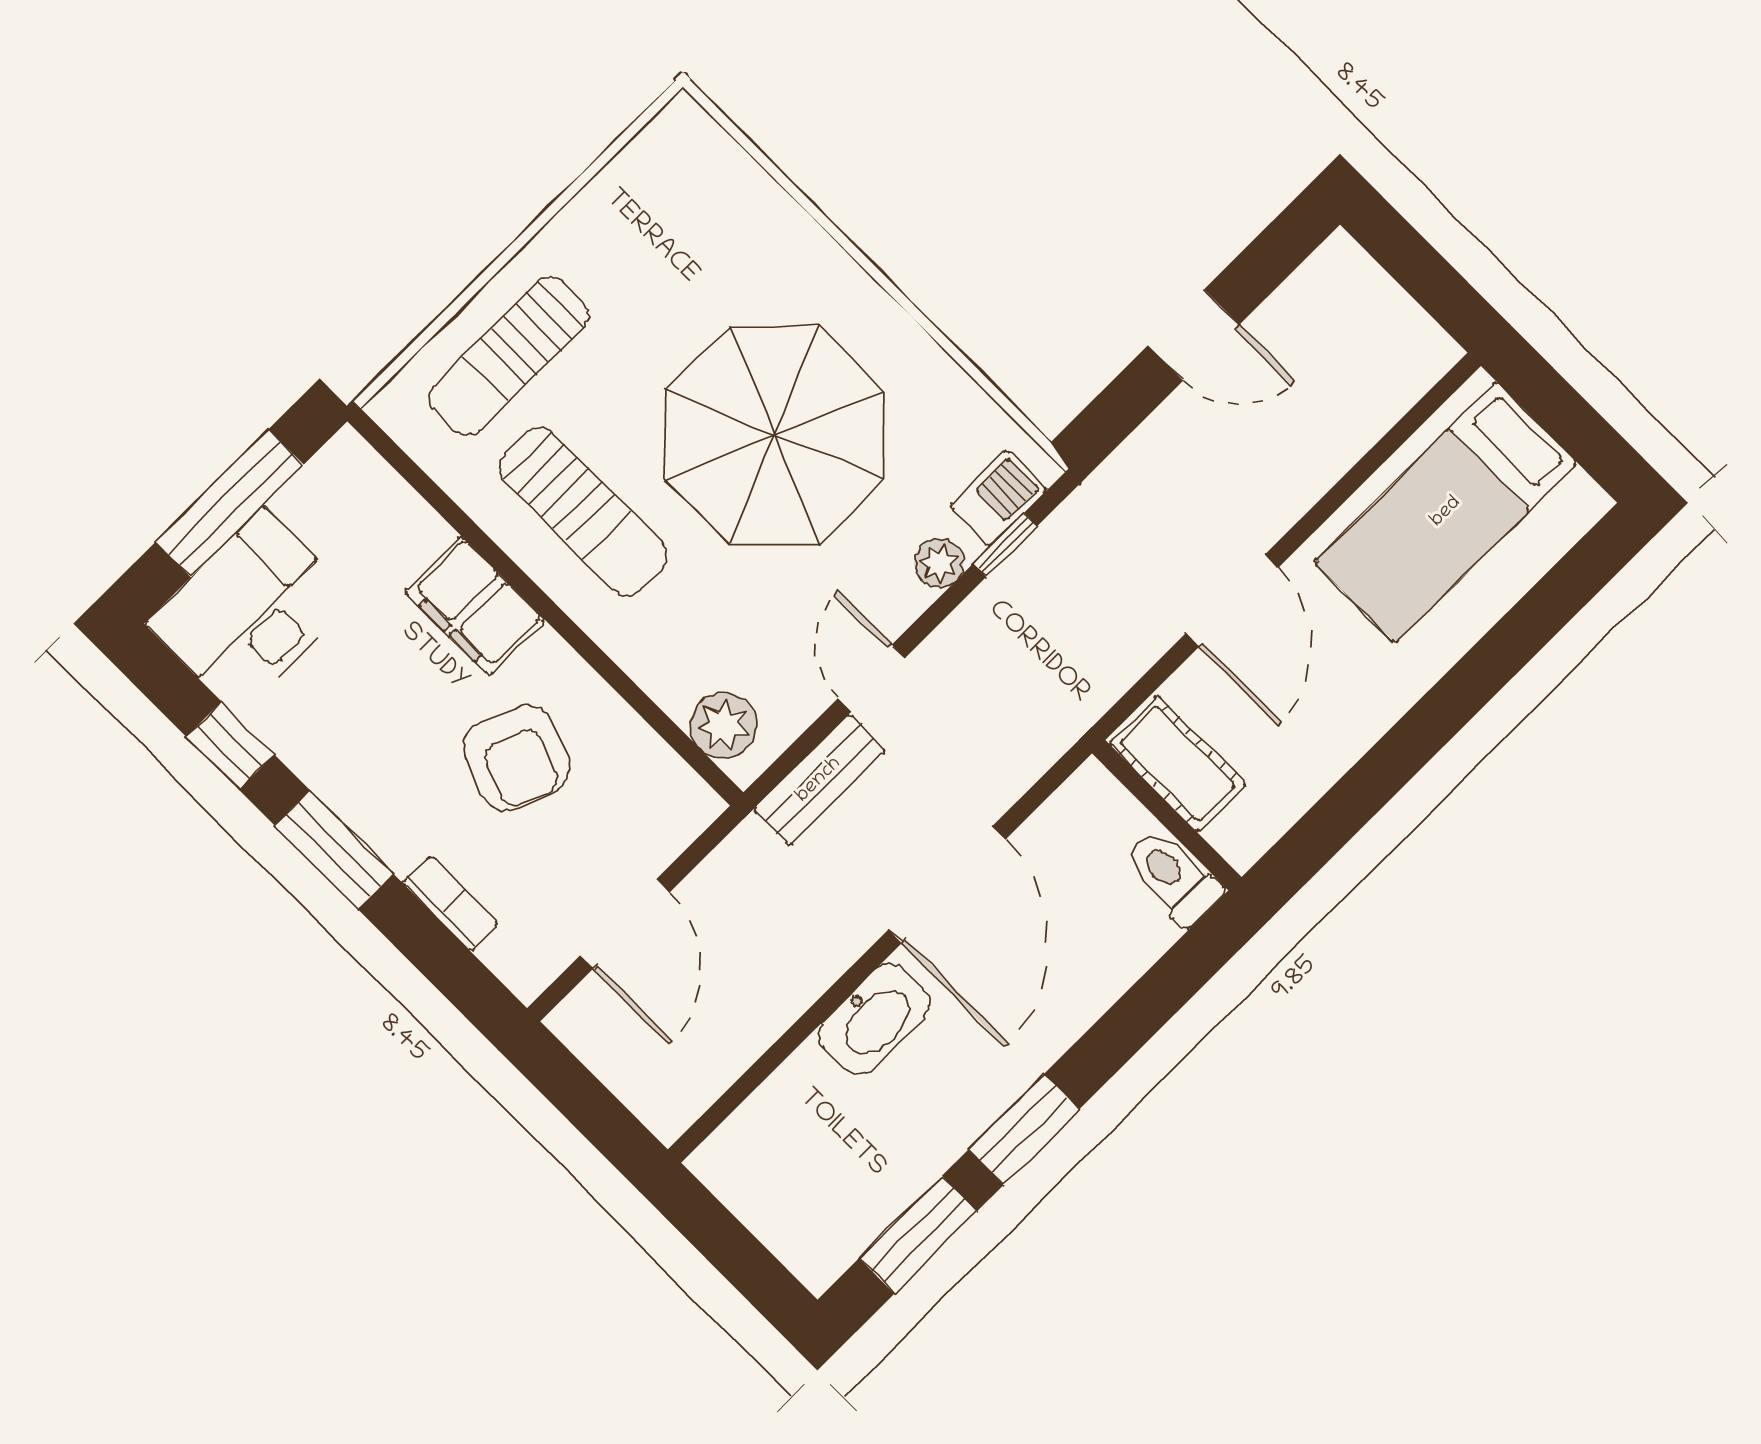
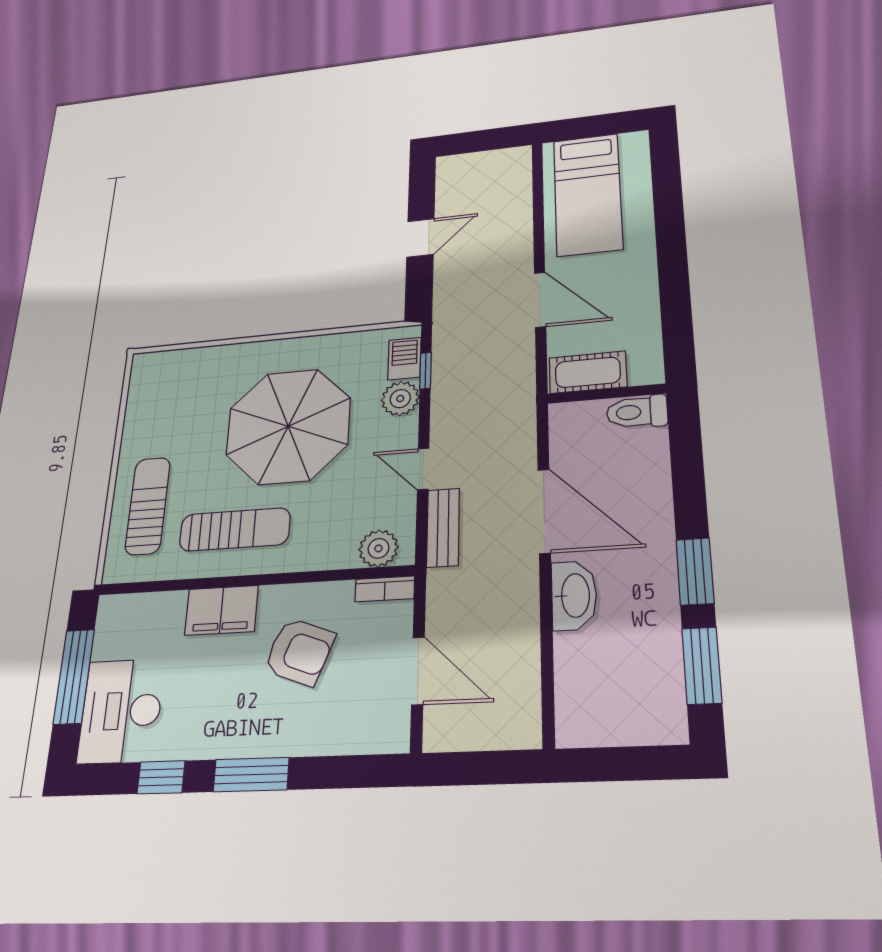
sun lounger: (509, 356) -> (148, 506), turned 180
plant: (939, 563) -> (400, 399), width x1.38, depth x1.38
bookcase: (450, 904) -> (385, 589), moved, turned 180

